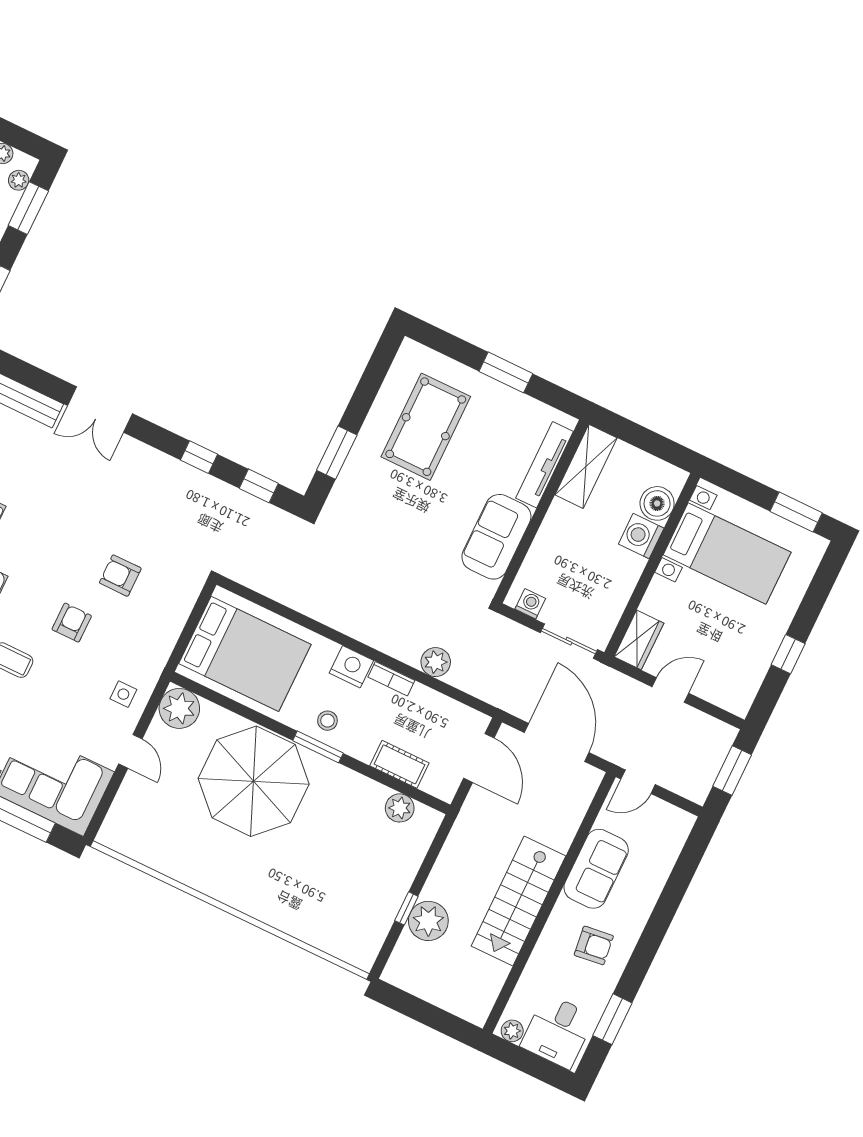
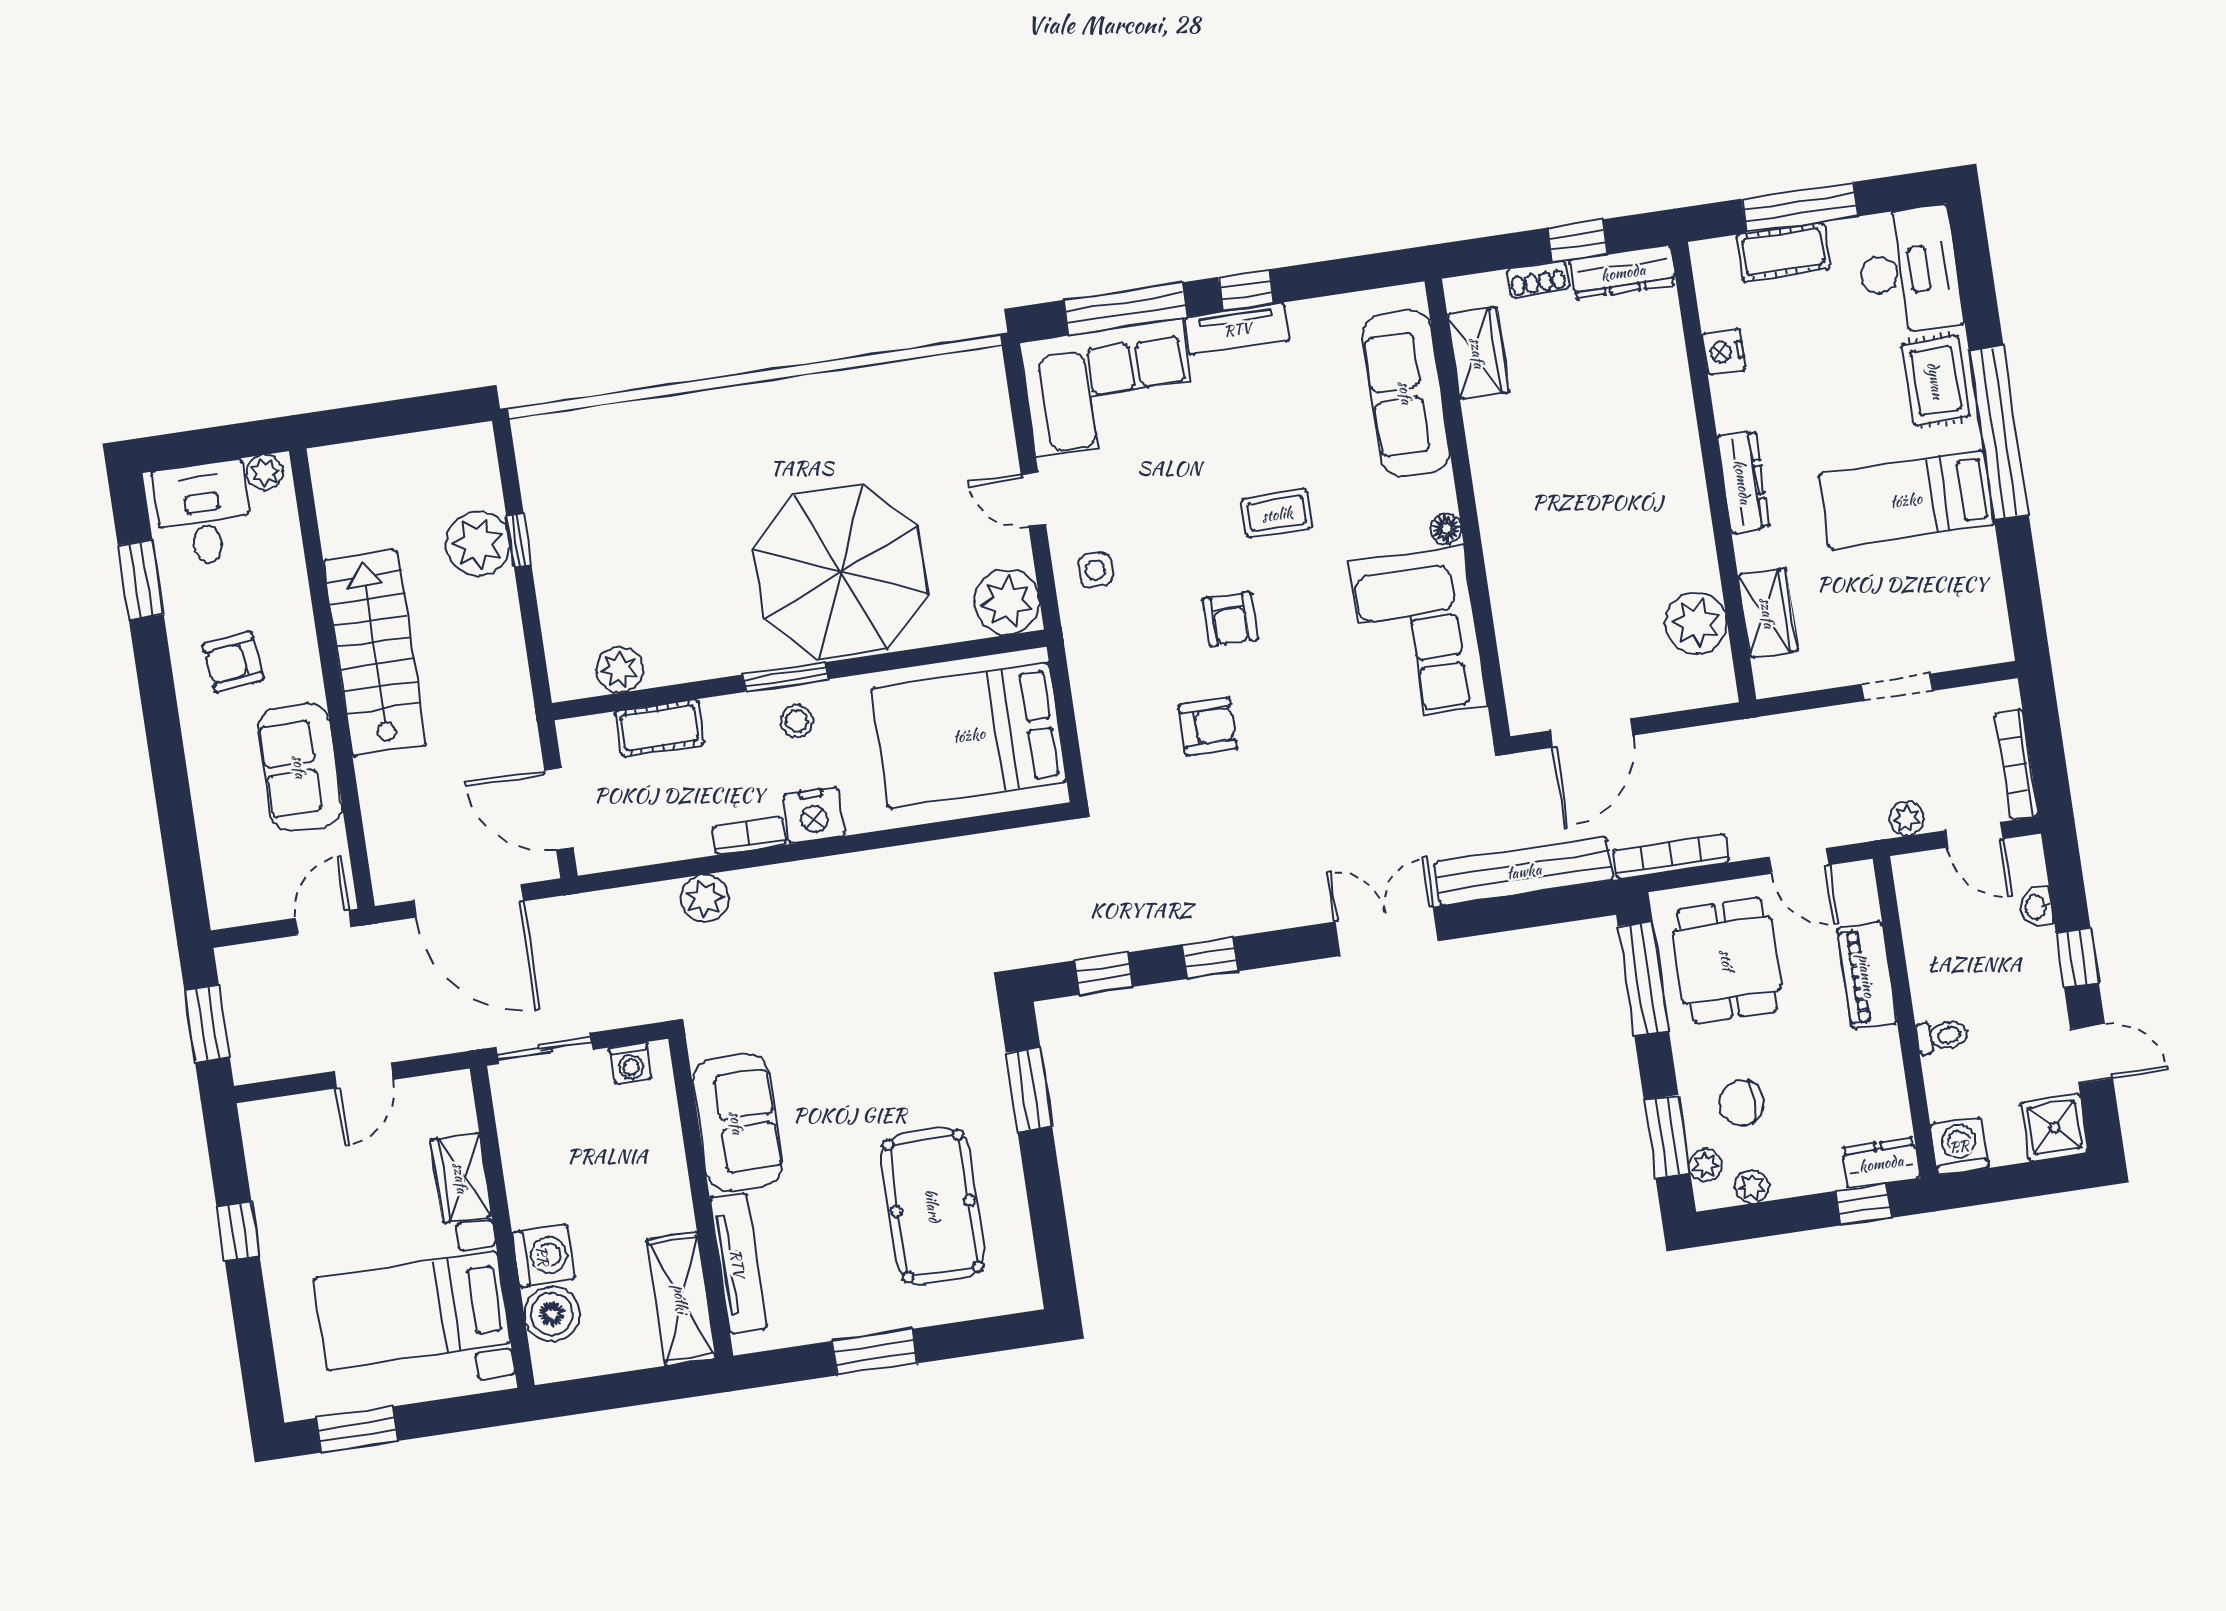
wardrobe: (639, 640) -> (461, 1178), moved

